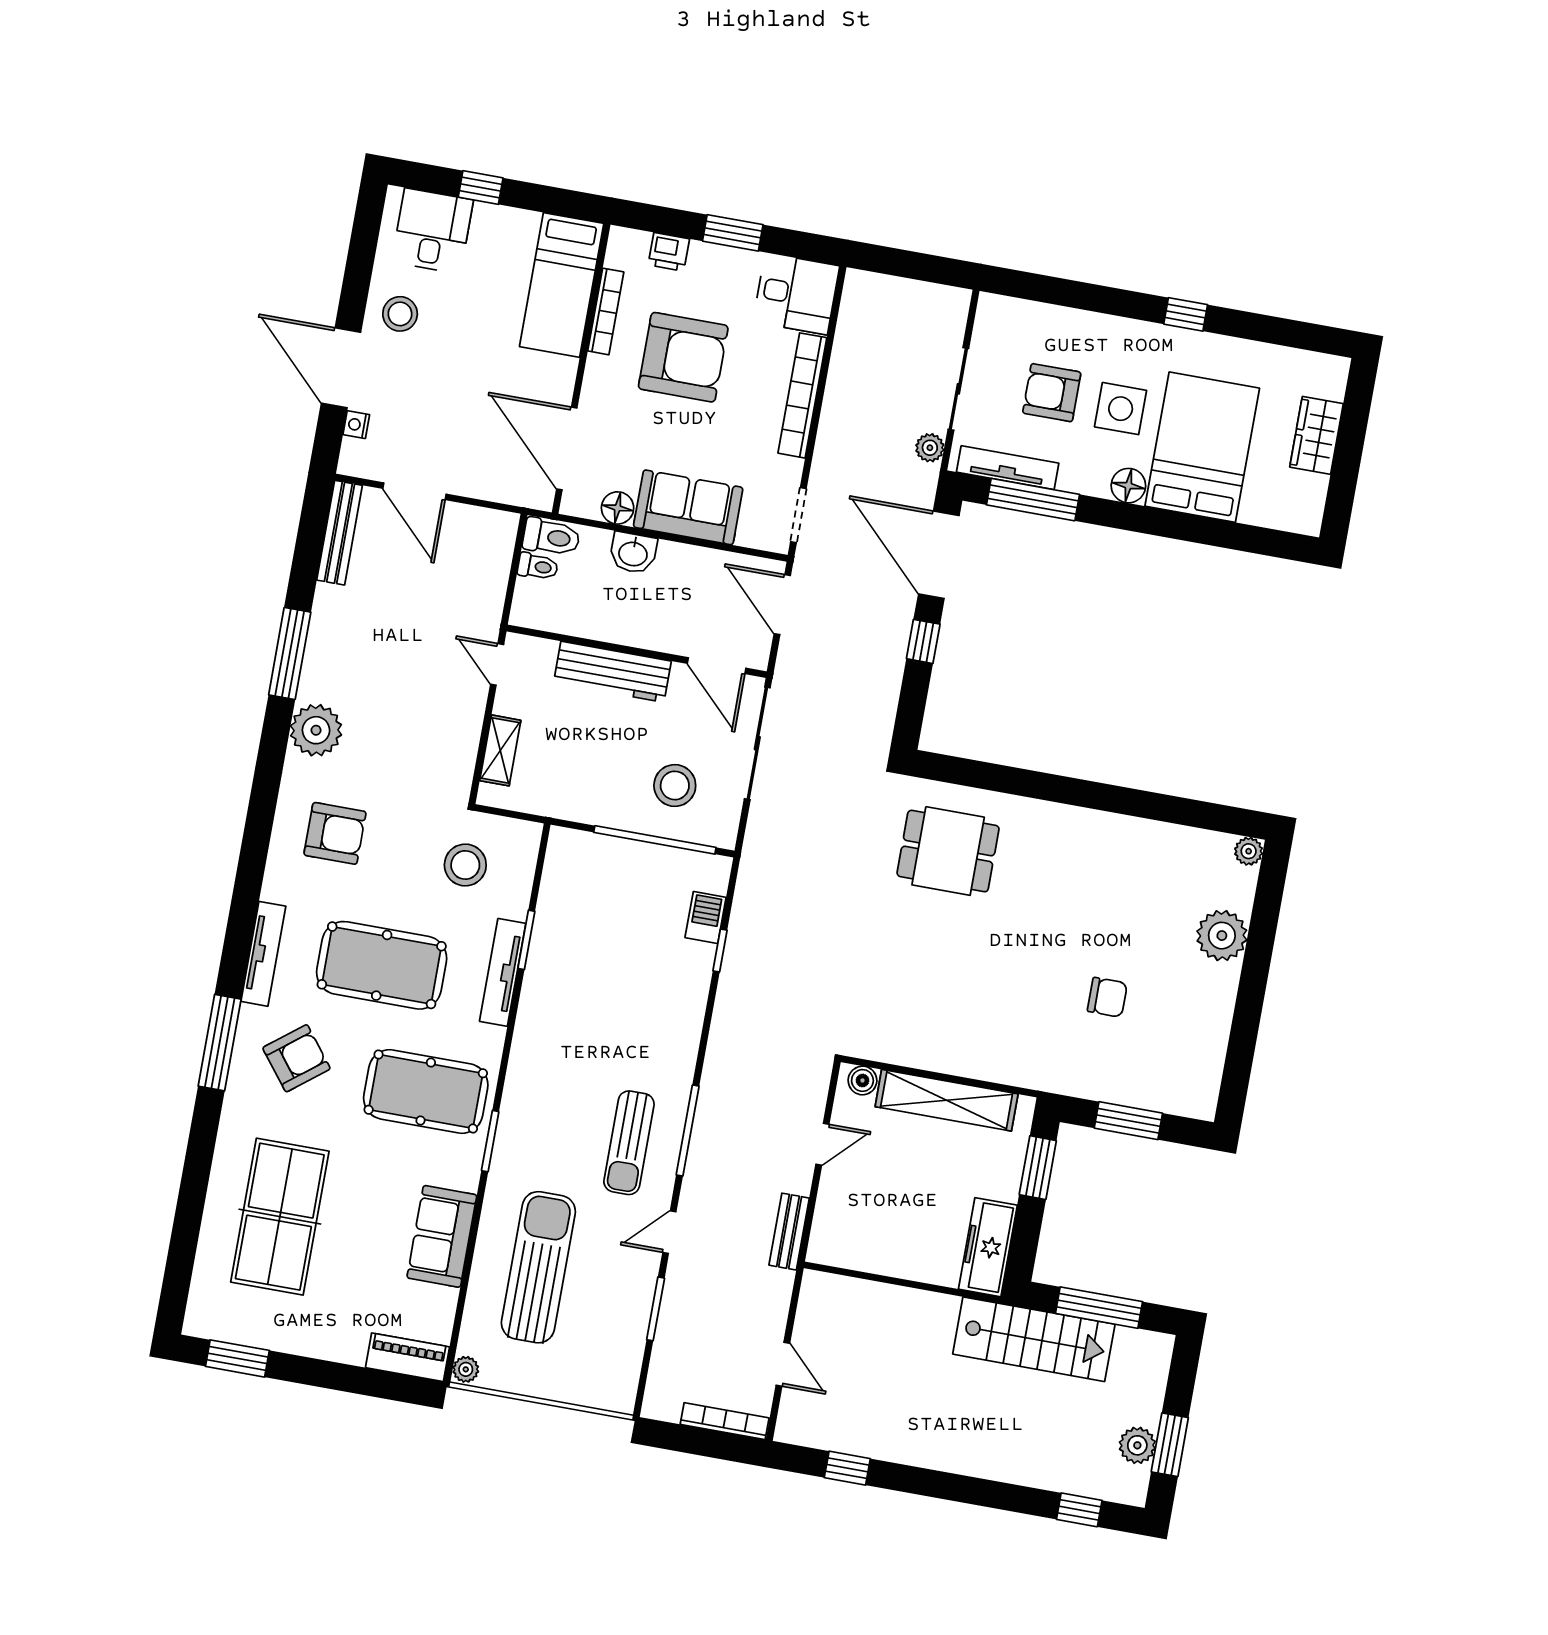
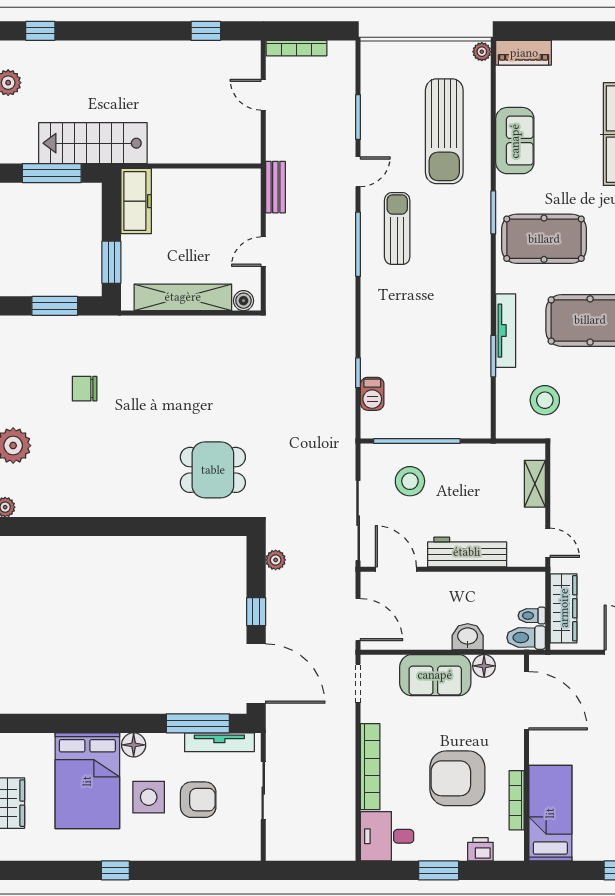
plant: (930, 448) -> (276, 560), moved
wardrobe: (491, 569) -> (564, 608), added

